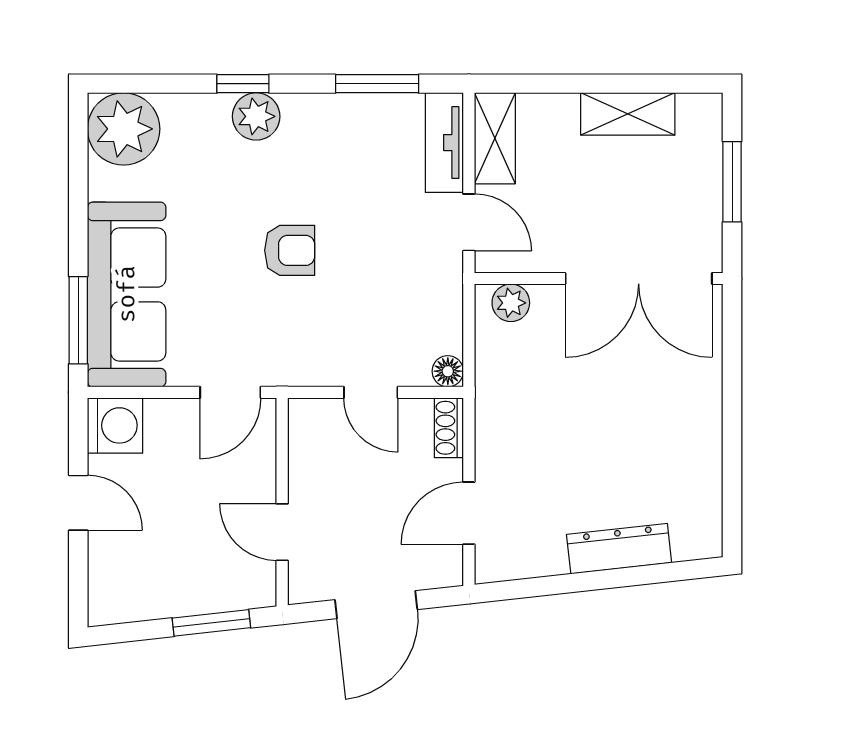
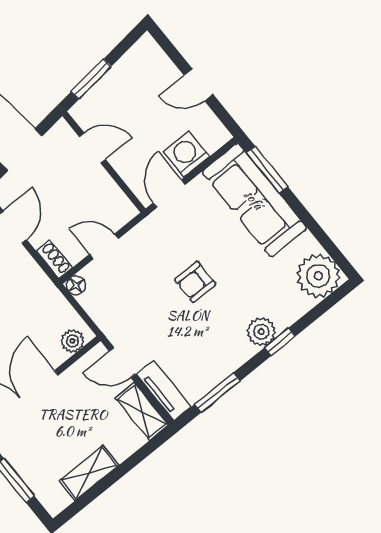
washing machine: (115, 425) -> (186, 154), moved, turned 90

